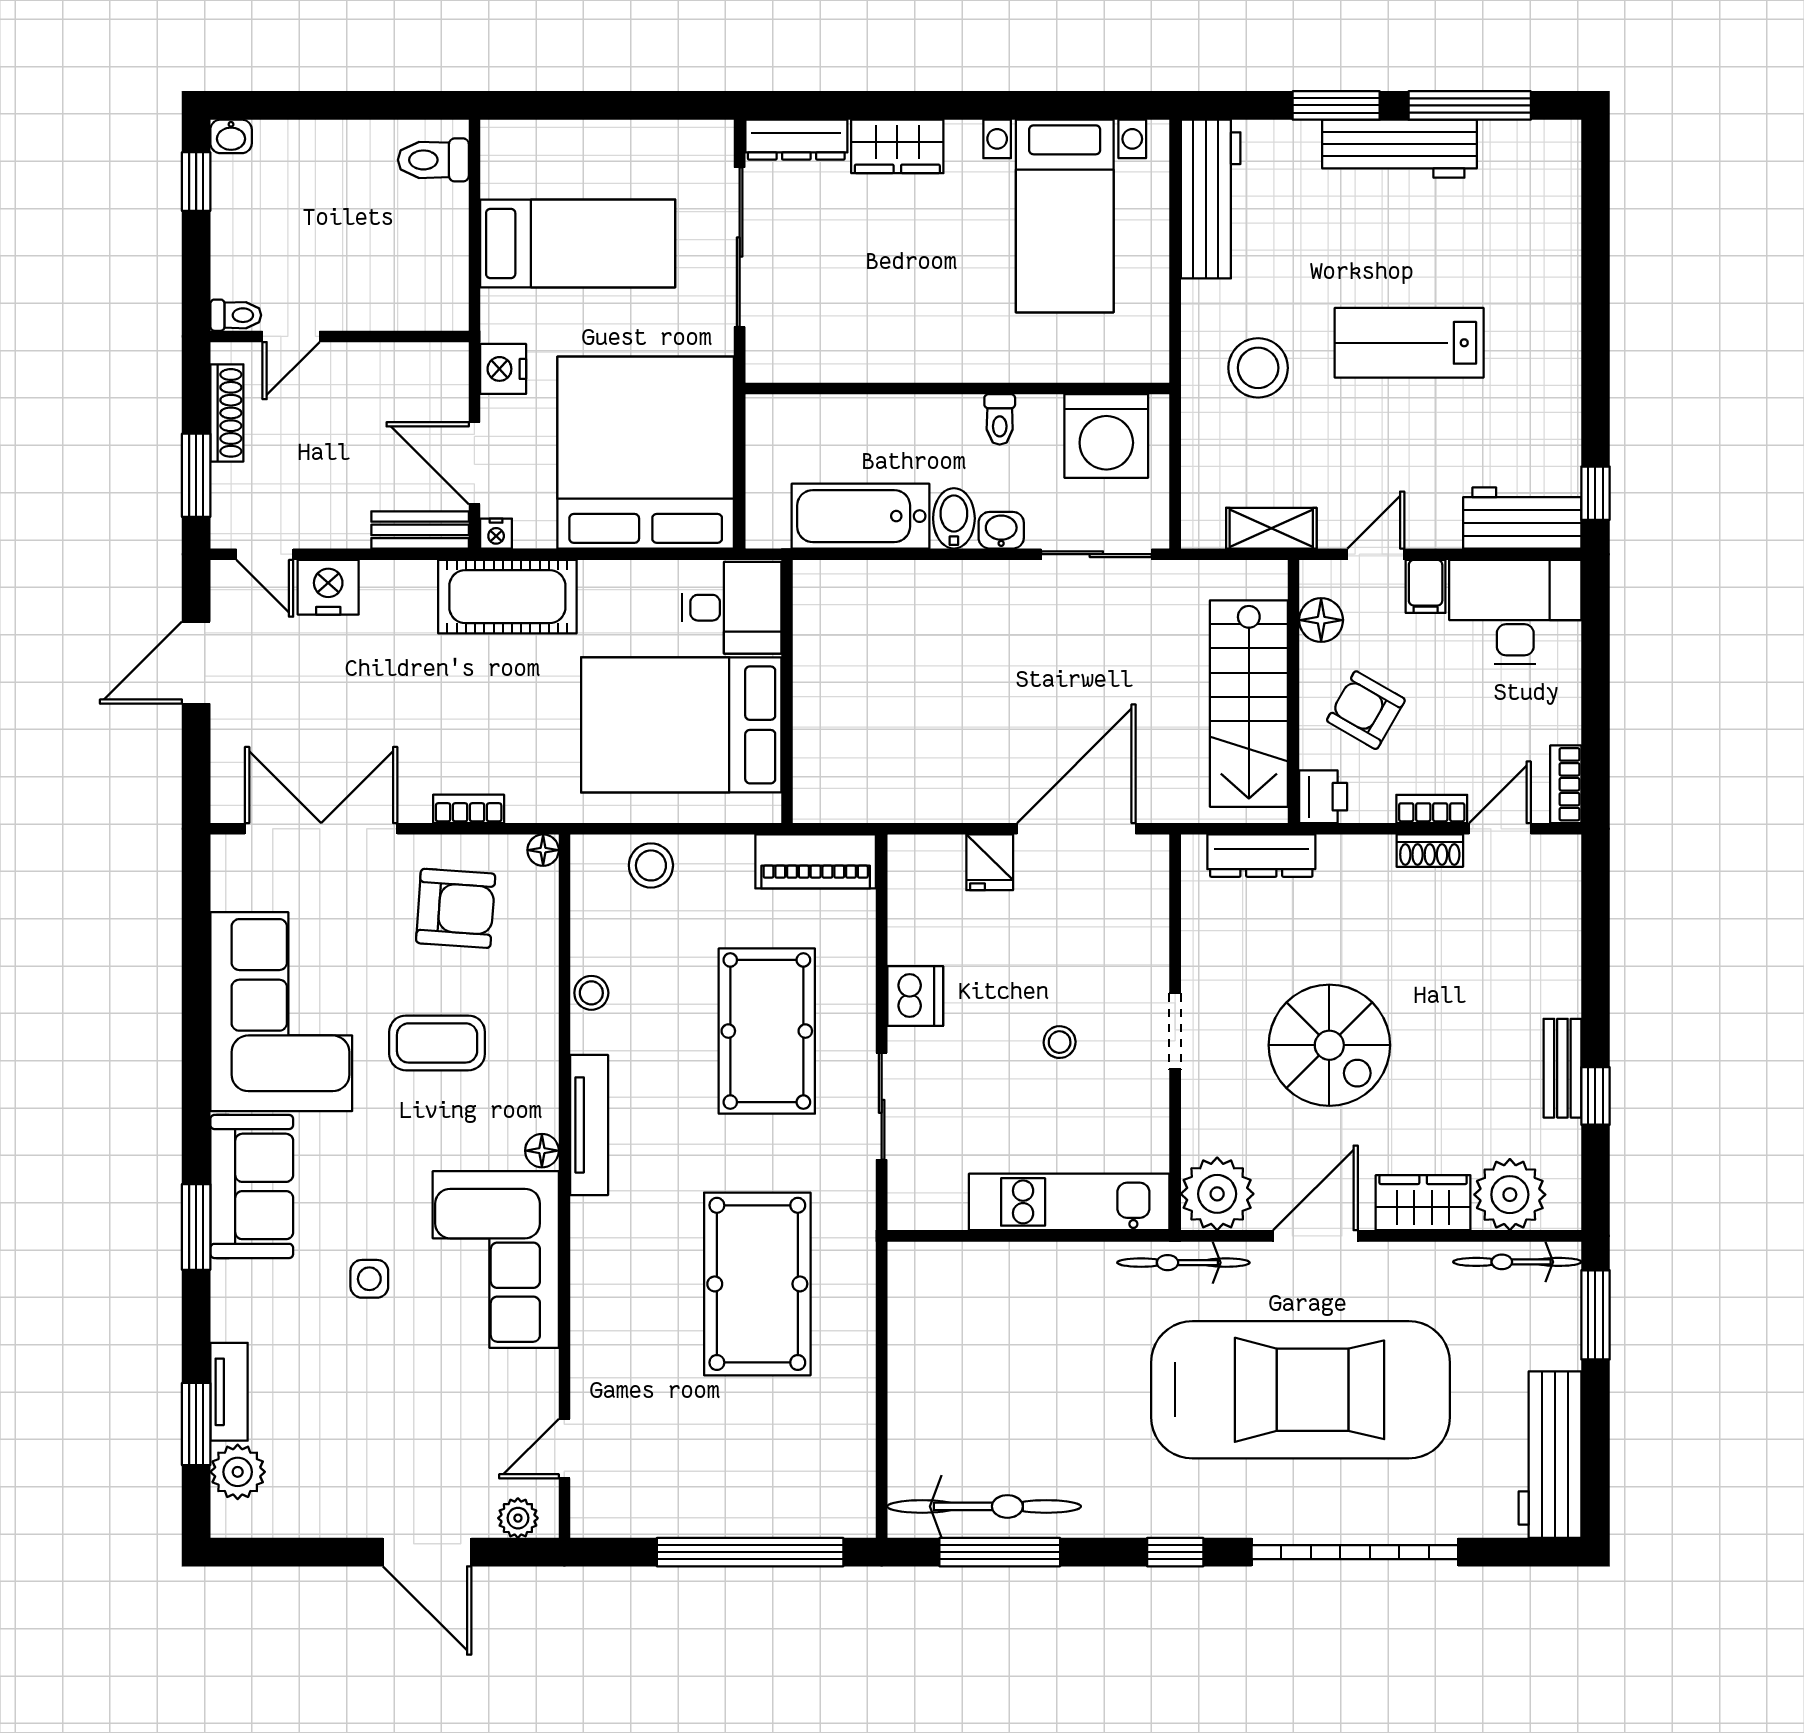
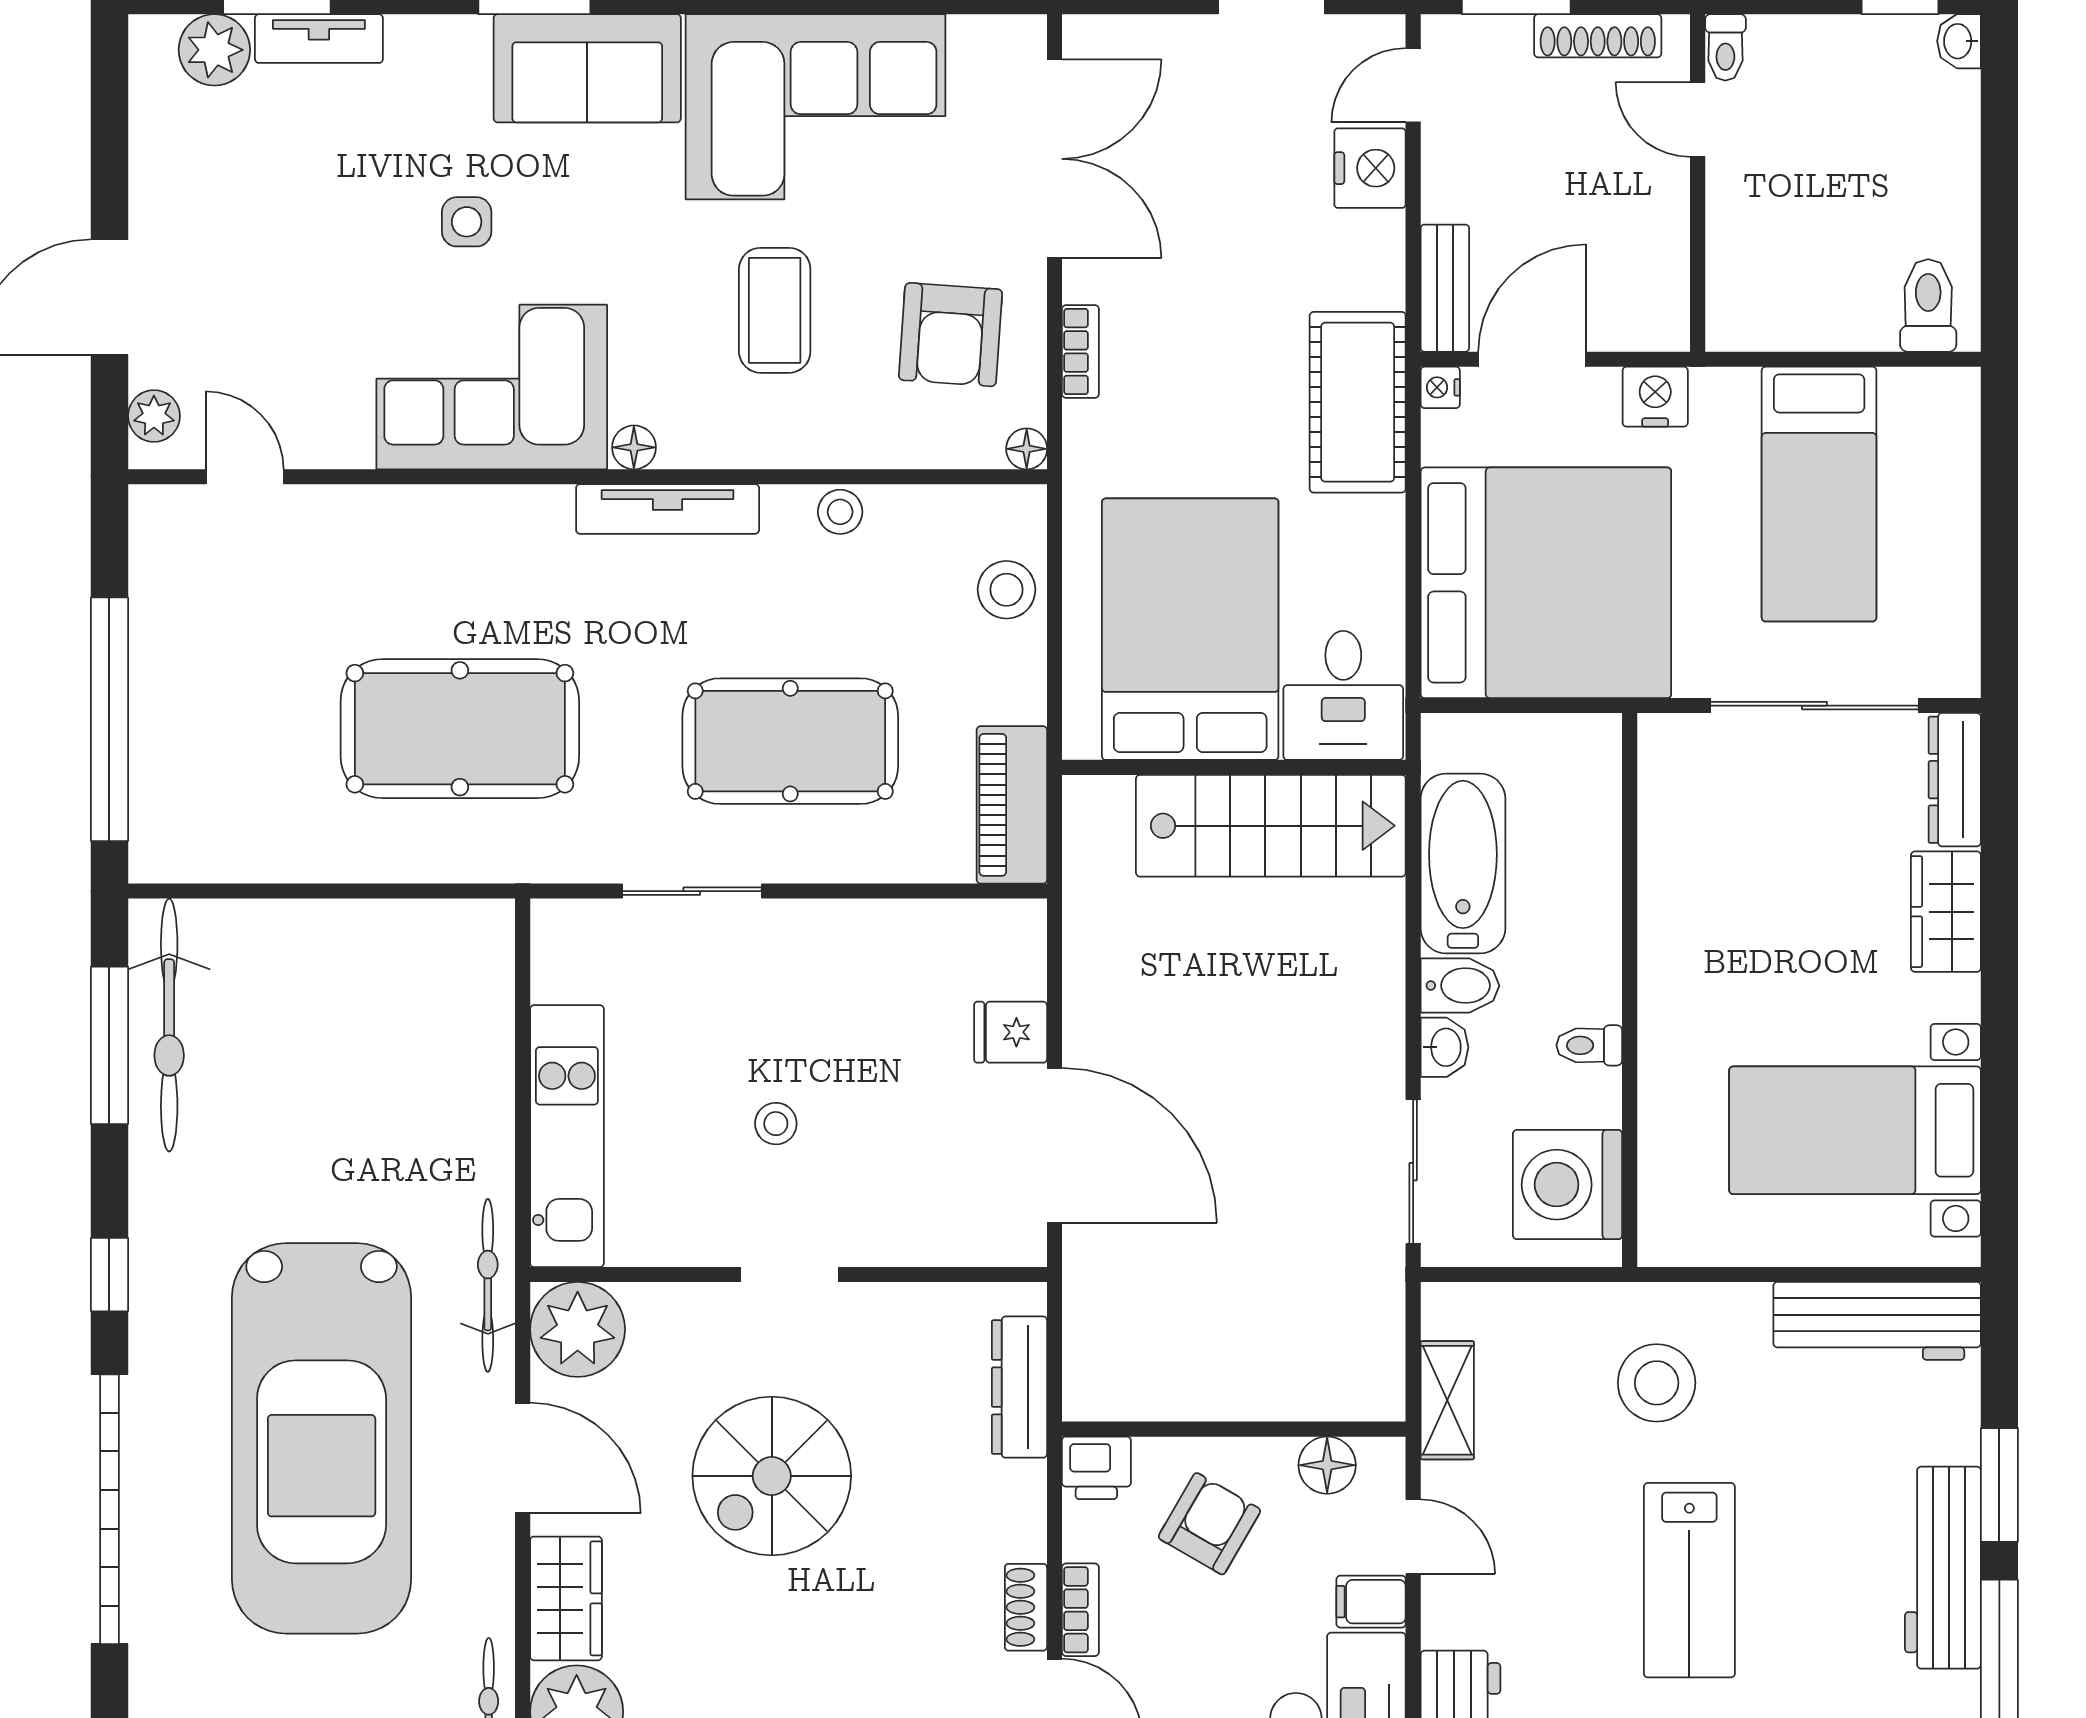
lab bench: (1409, 343) -> (1689, 1580), turned 180
stairs: (1249, 704) -> (1271, 826), moved, turned 180
dishwasher: (915, 996) -> (836, 935), removed

